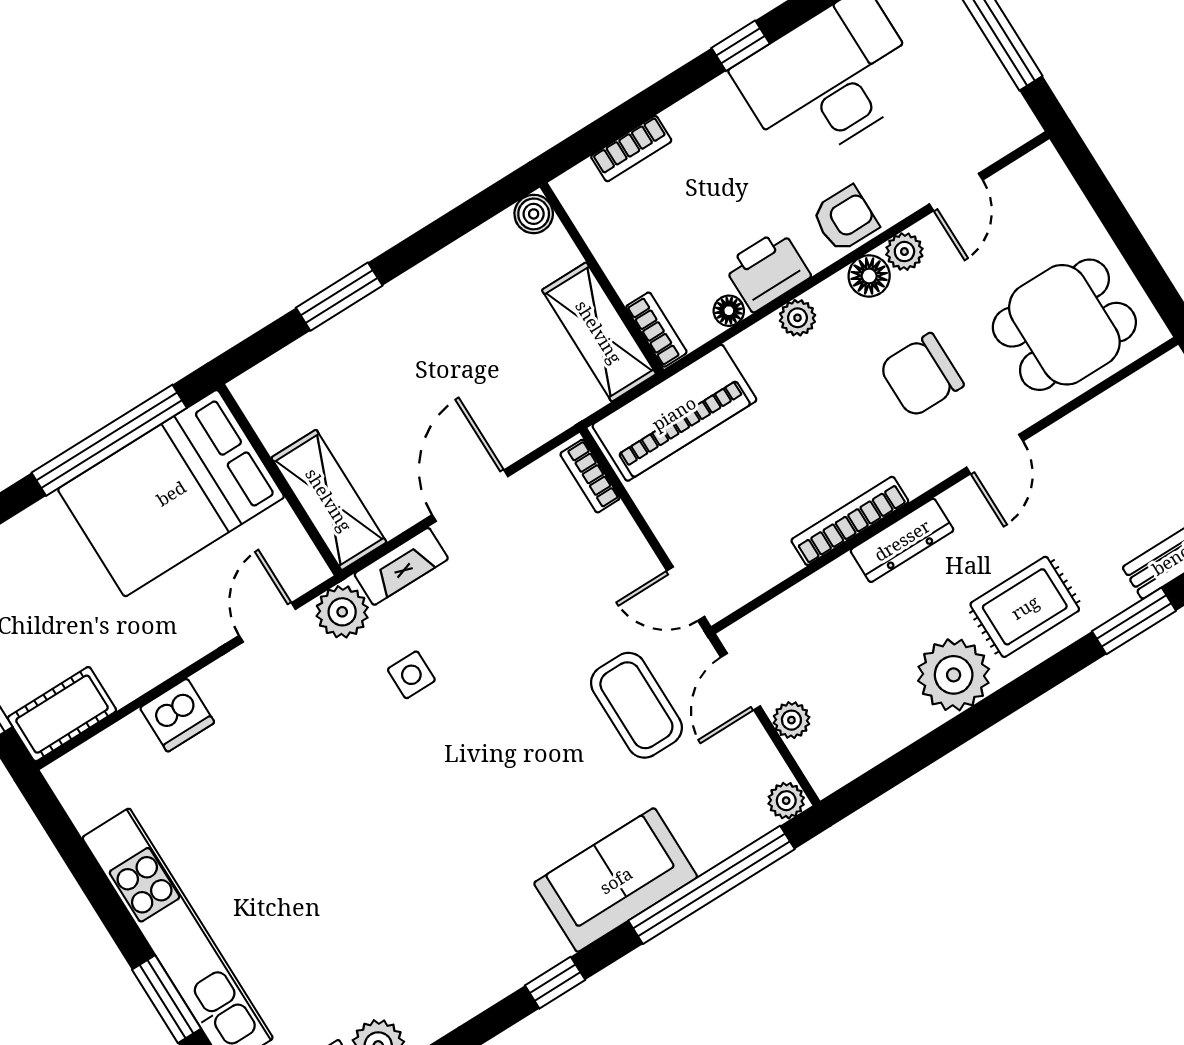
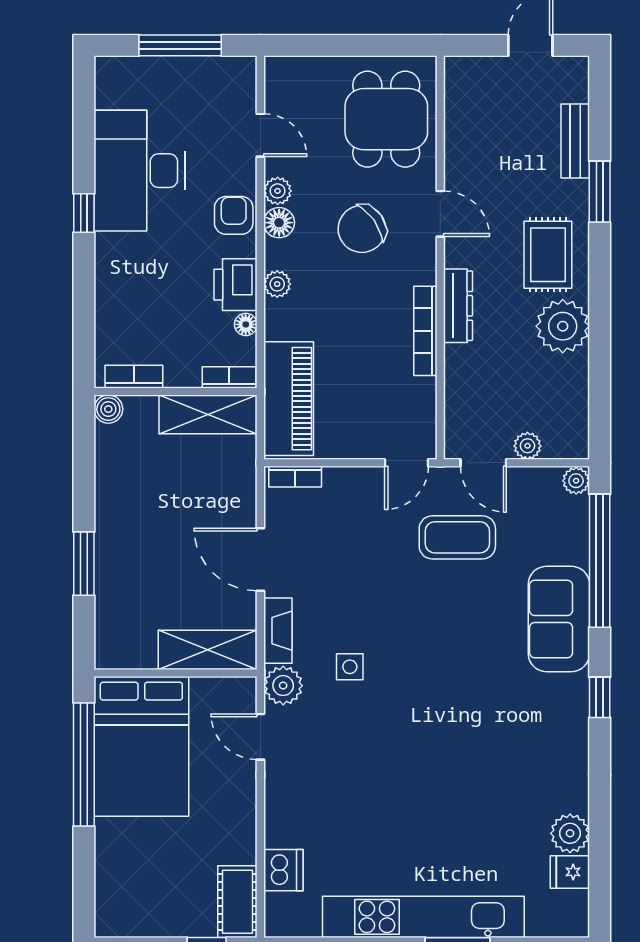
bookcase: (631, 149) -> (134, 377), moved, turned -90
chair: (921, 375) -> (362, 229), turned 55
dishwasher: (177, 715) -> (283, 870), moved

